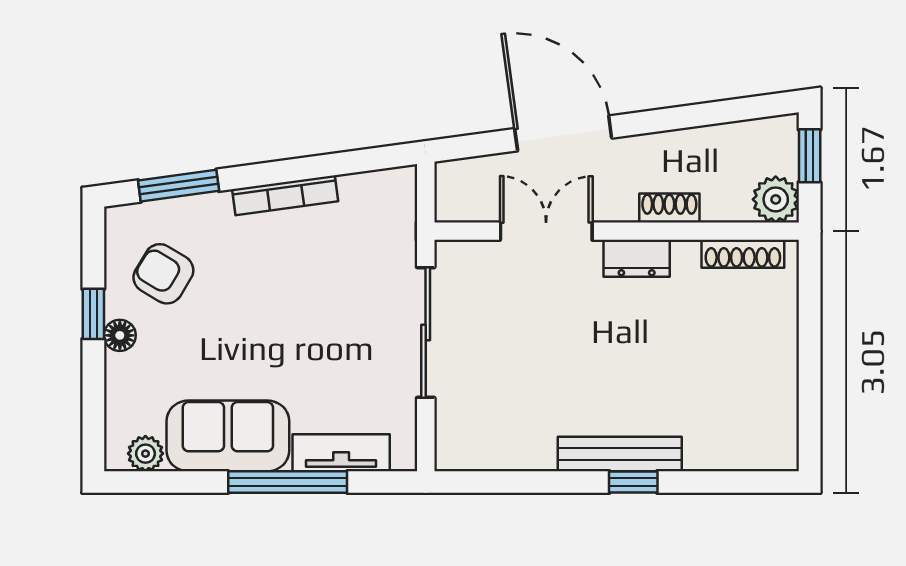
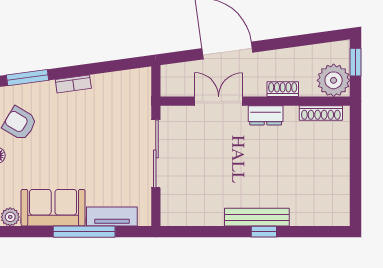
bookcase: (285, 195) -> (73, 84), width x0.64
plant: (776, 199) -> (334, 80), width x1.36, depth x1.36

